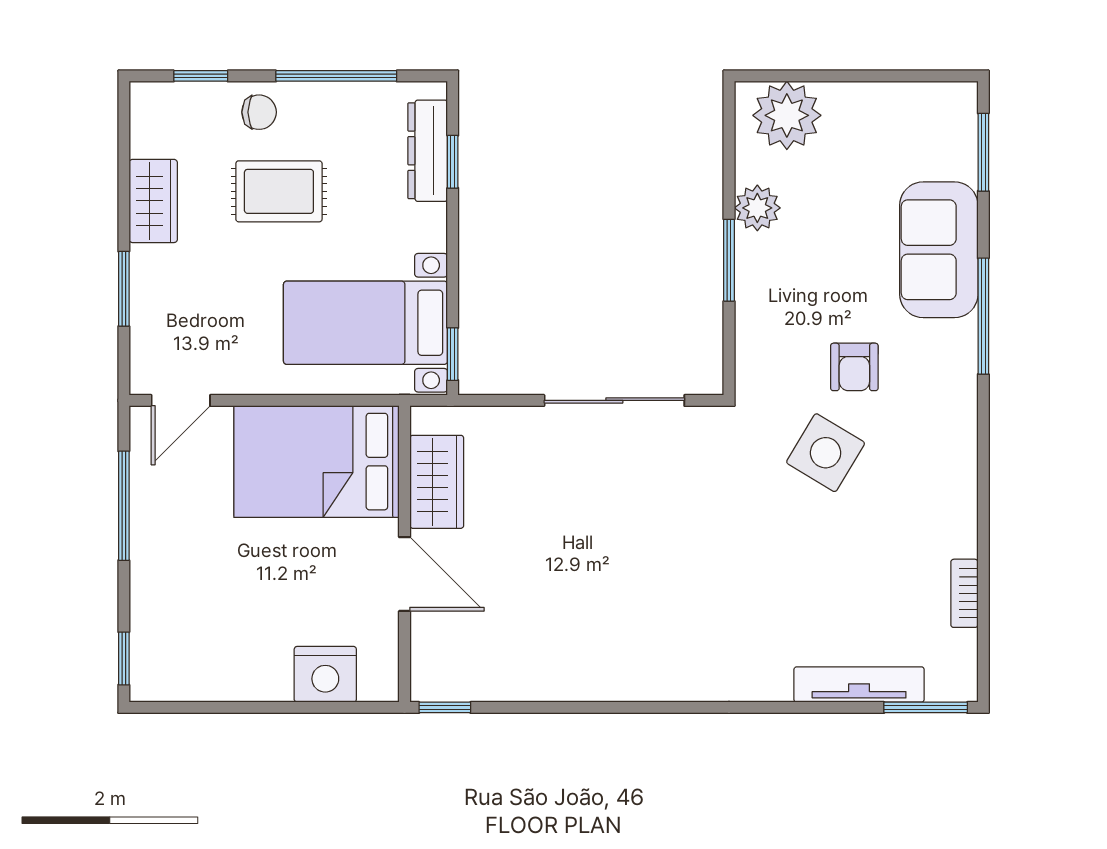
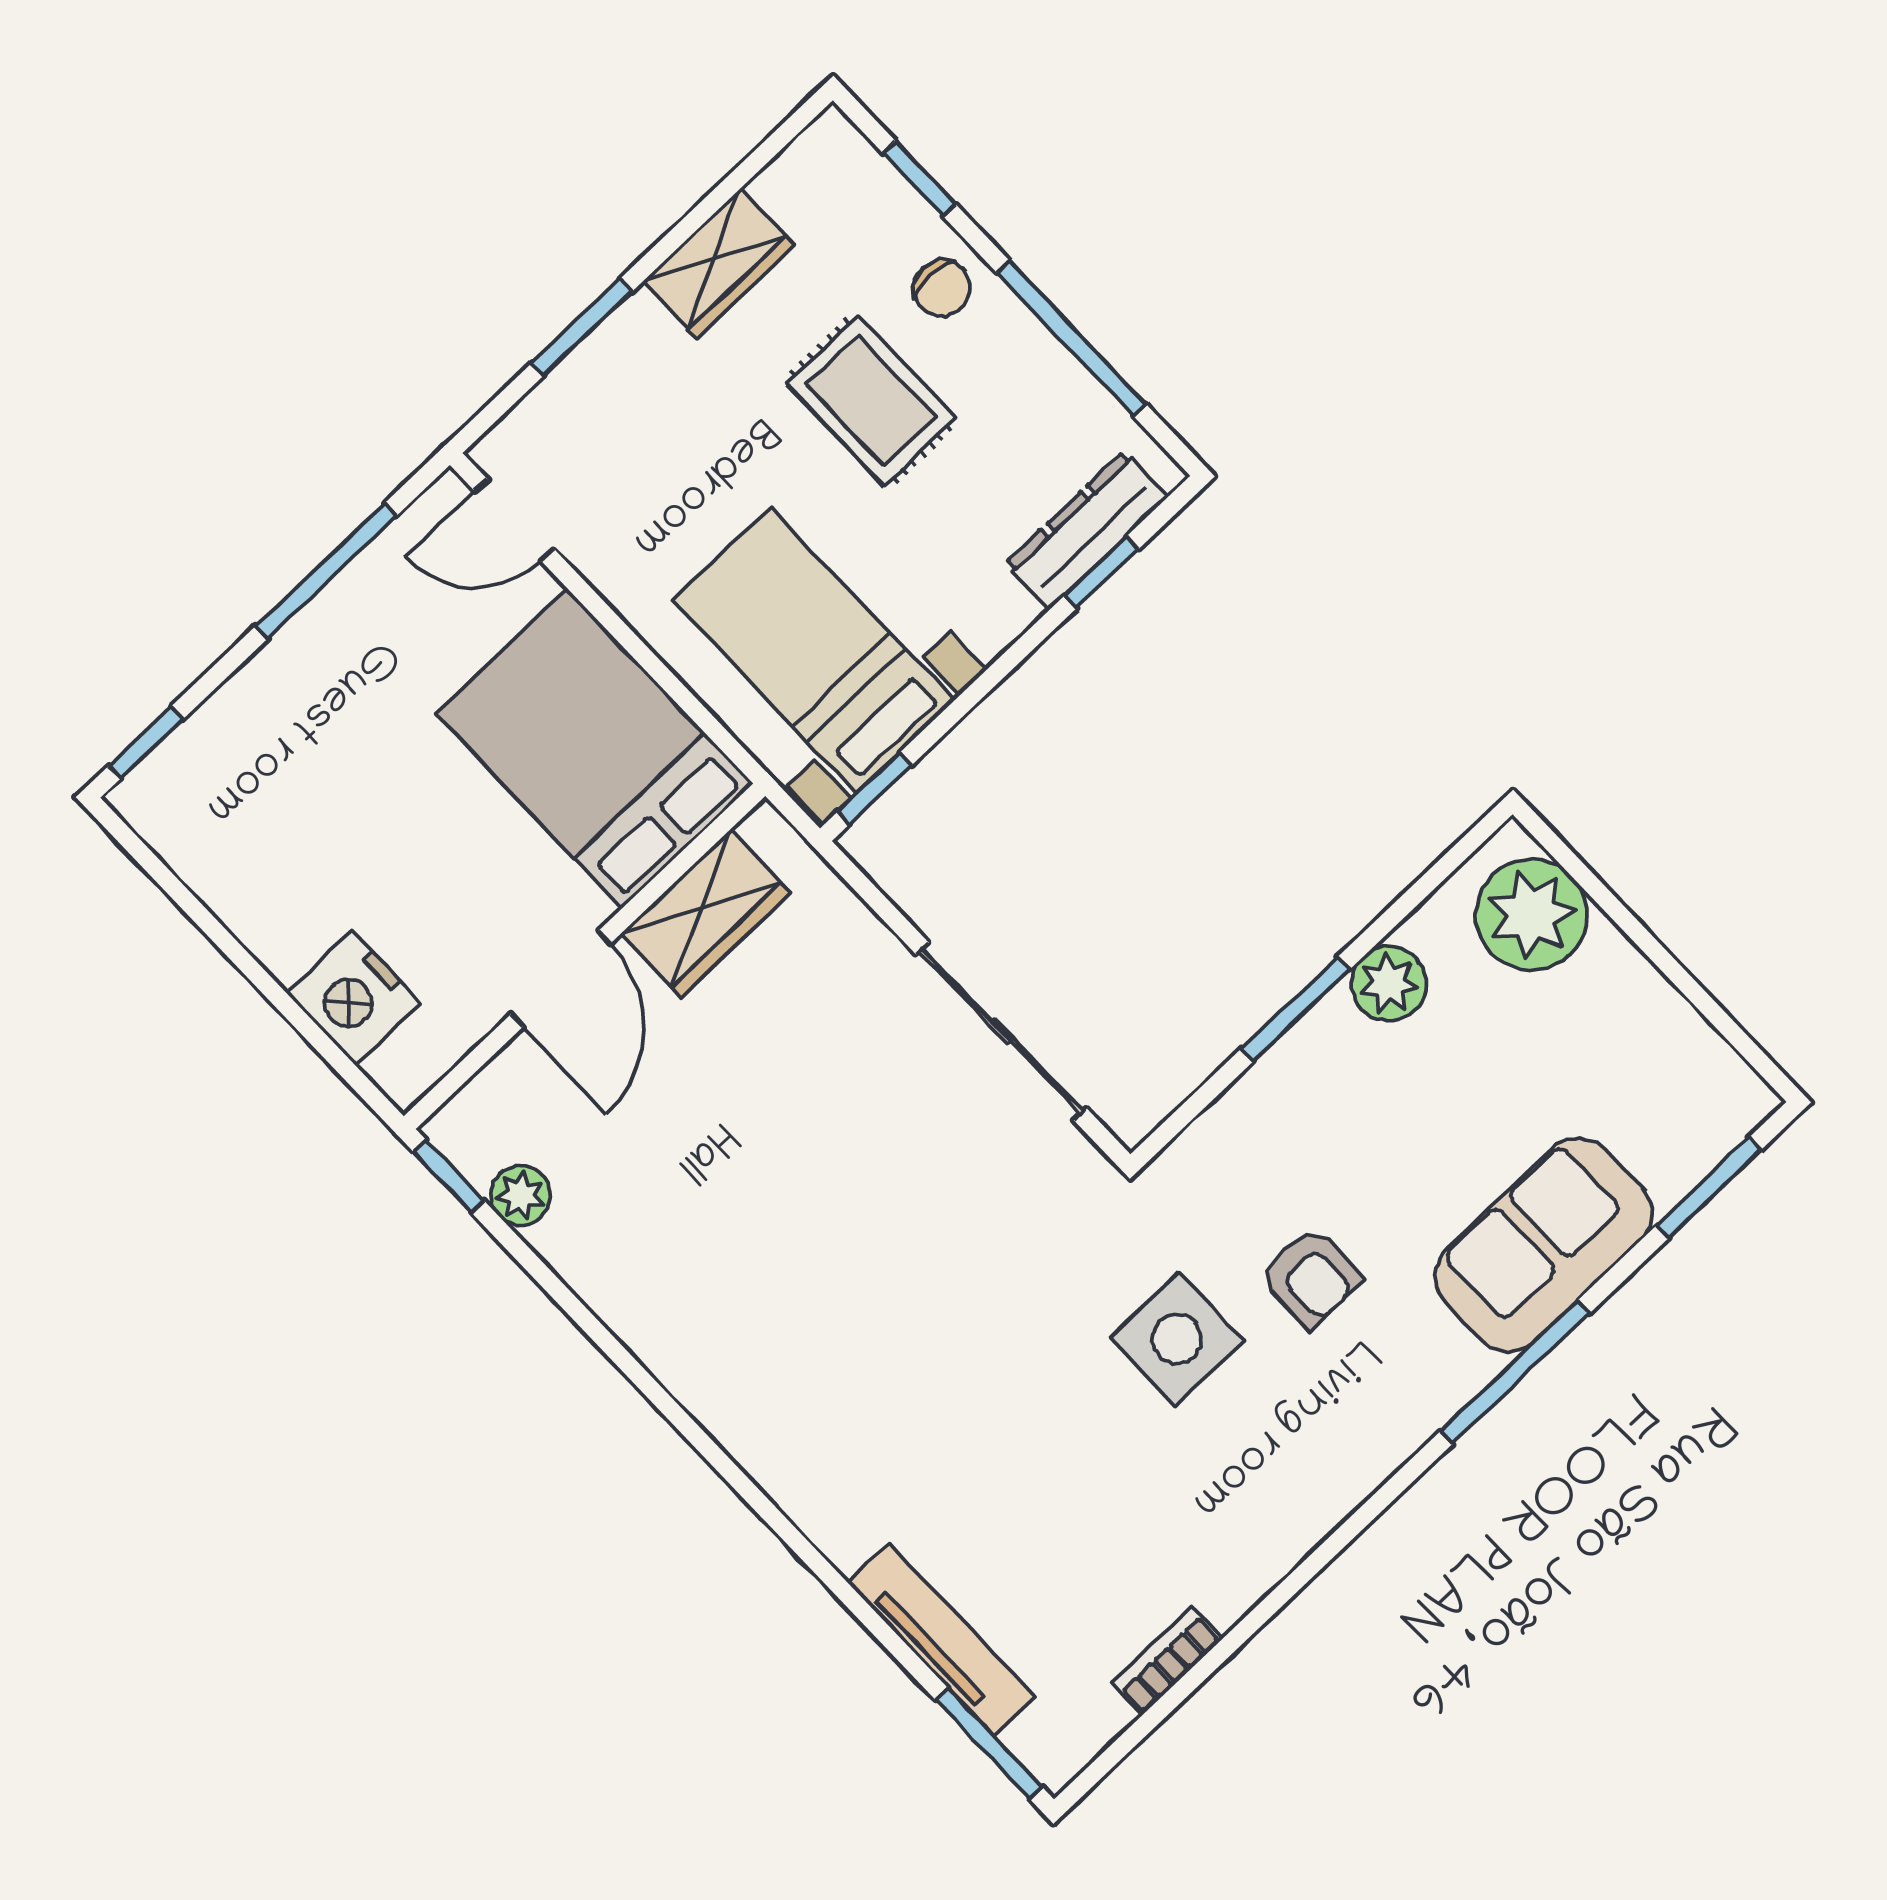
armchair: (854, 367) -> (1311, 1277), turned -90
side table: (826, 453) -> (1177, 1339), turned -31
plant: (484, 684) -> (520, 1196), added

